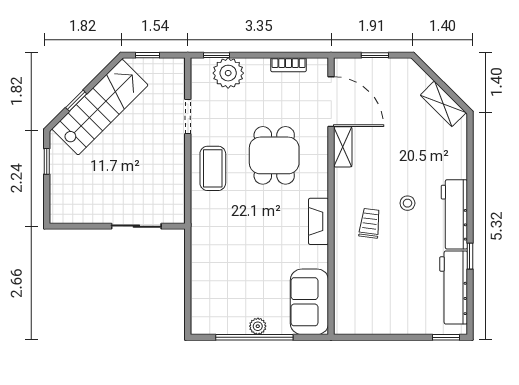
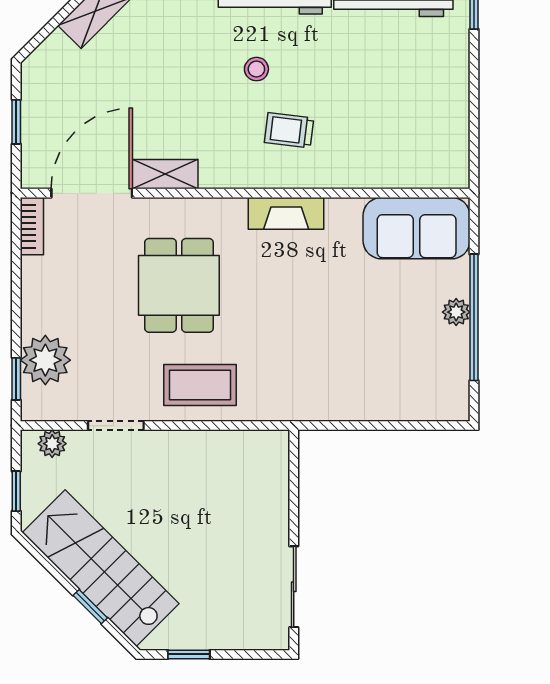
bookcase: (289, 65) -> (32, 226), moved
plant: (177, 77) -> (52, 444), added
dining table: (274, 155) -> (179, 285), turned 90
sliding door: (136, 226) -> (294, 587), moved

